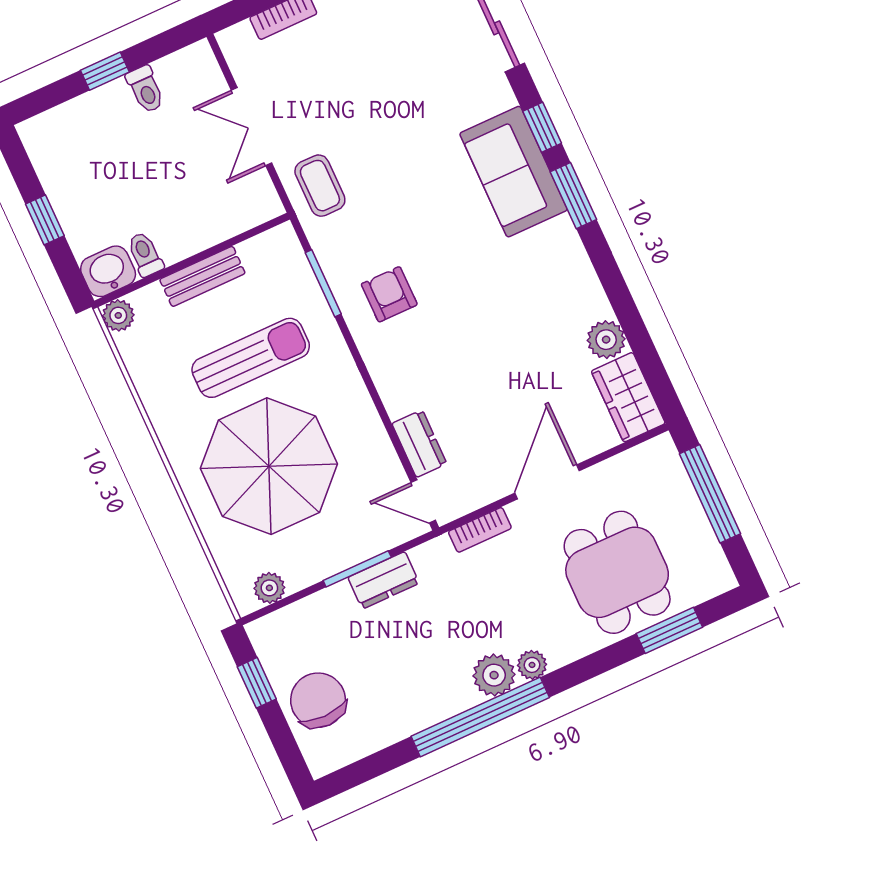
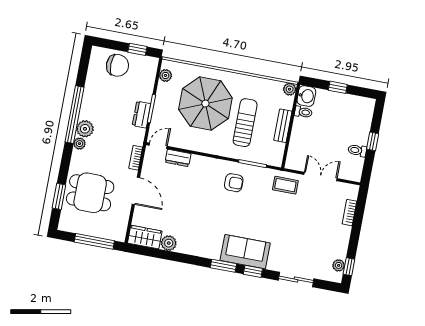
sun lounger: (251, 358) -> (245, 123), turned 180

